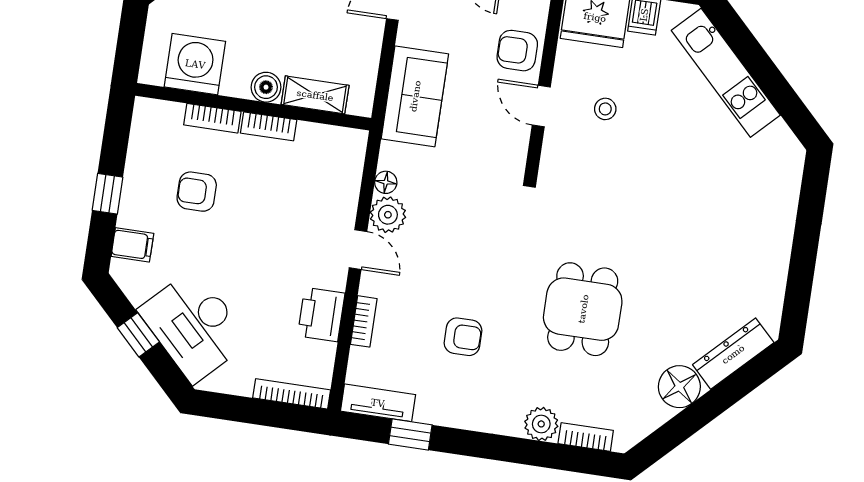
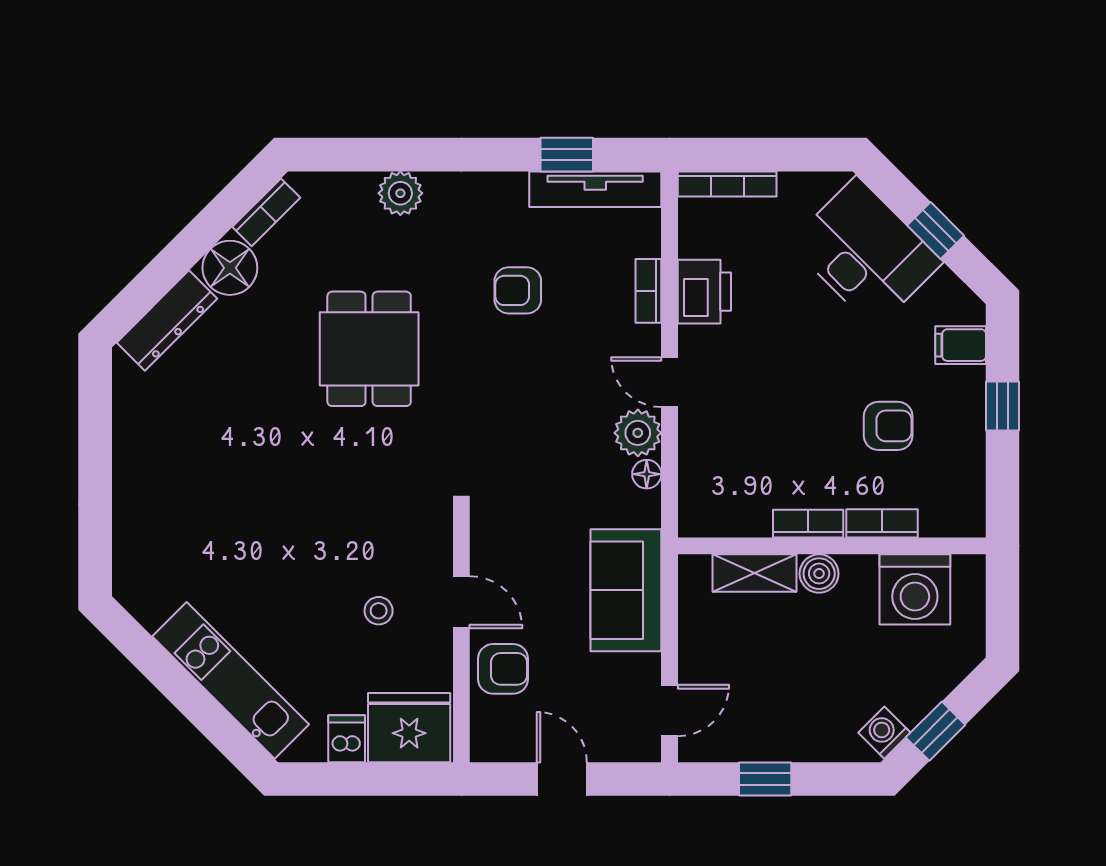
tv unit: (378, 403) -> (595, 189), width x1.41
bookcase: (586, 437) -> (266, 212), moved, turned -45

